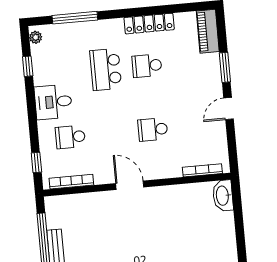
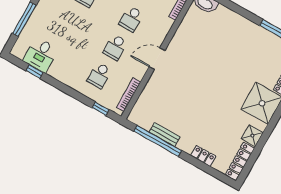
plant: (36, 37) -> (19, 53), removed
school desk: (106, 69) -> (115, 47), moved, width x0.54
desk: (53, 102) -> (41, 55), moved

